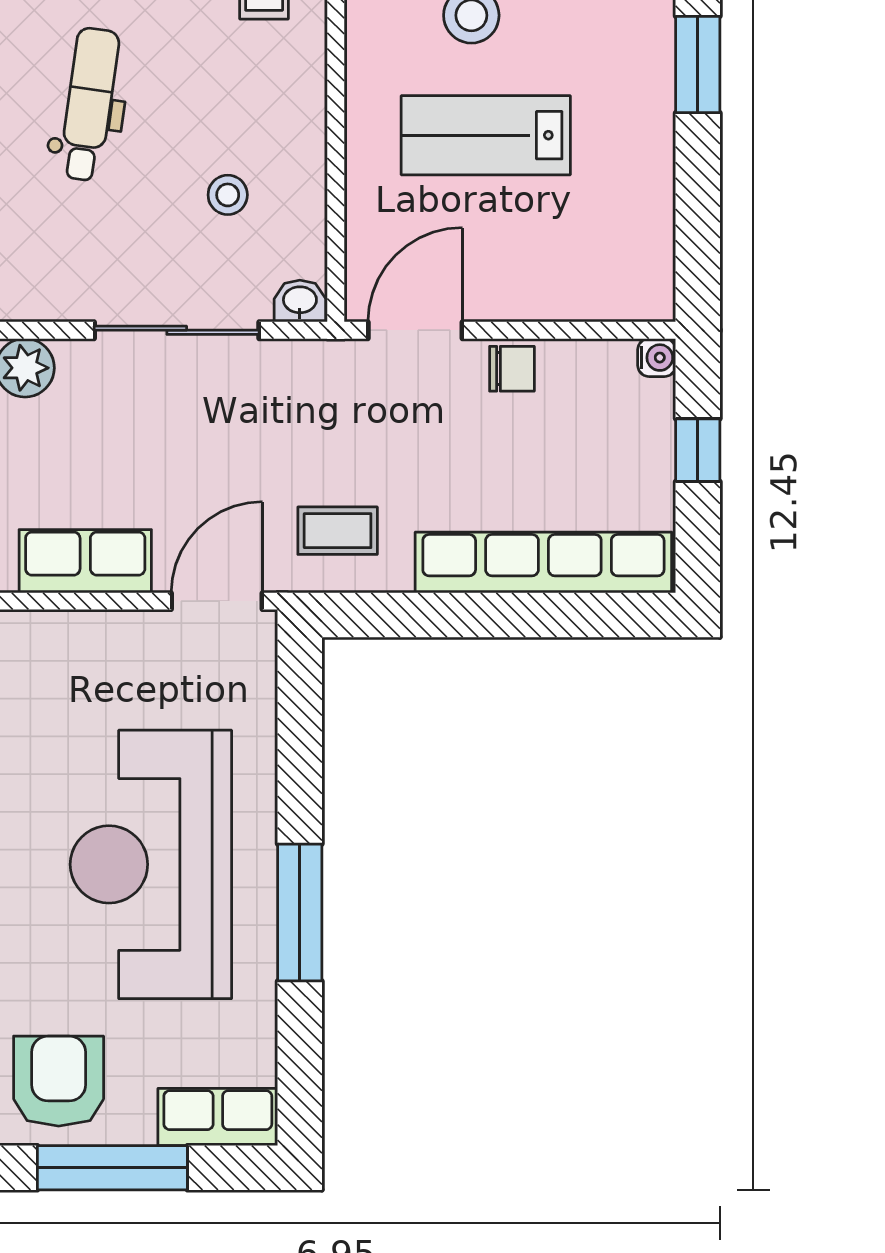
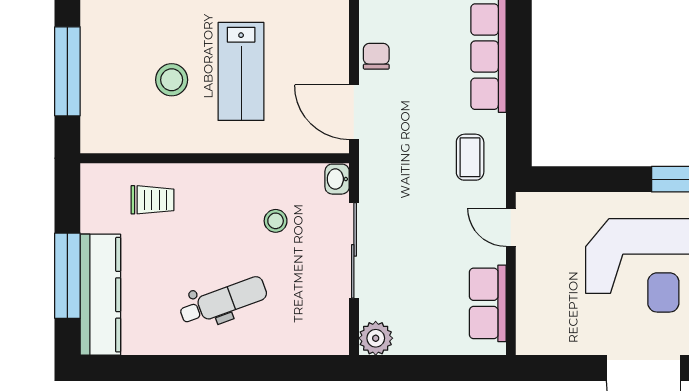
dental chair: (89, 104) -> (223, 301), turned 152
door: (217, 601) -> (511, 227), width x0.73

